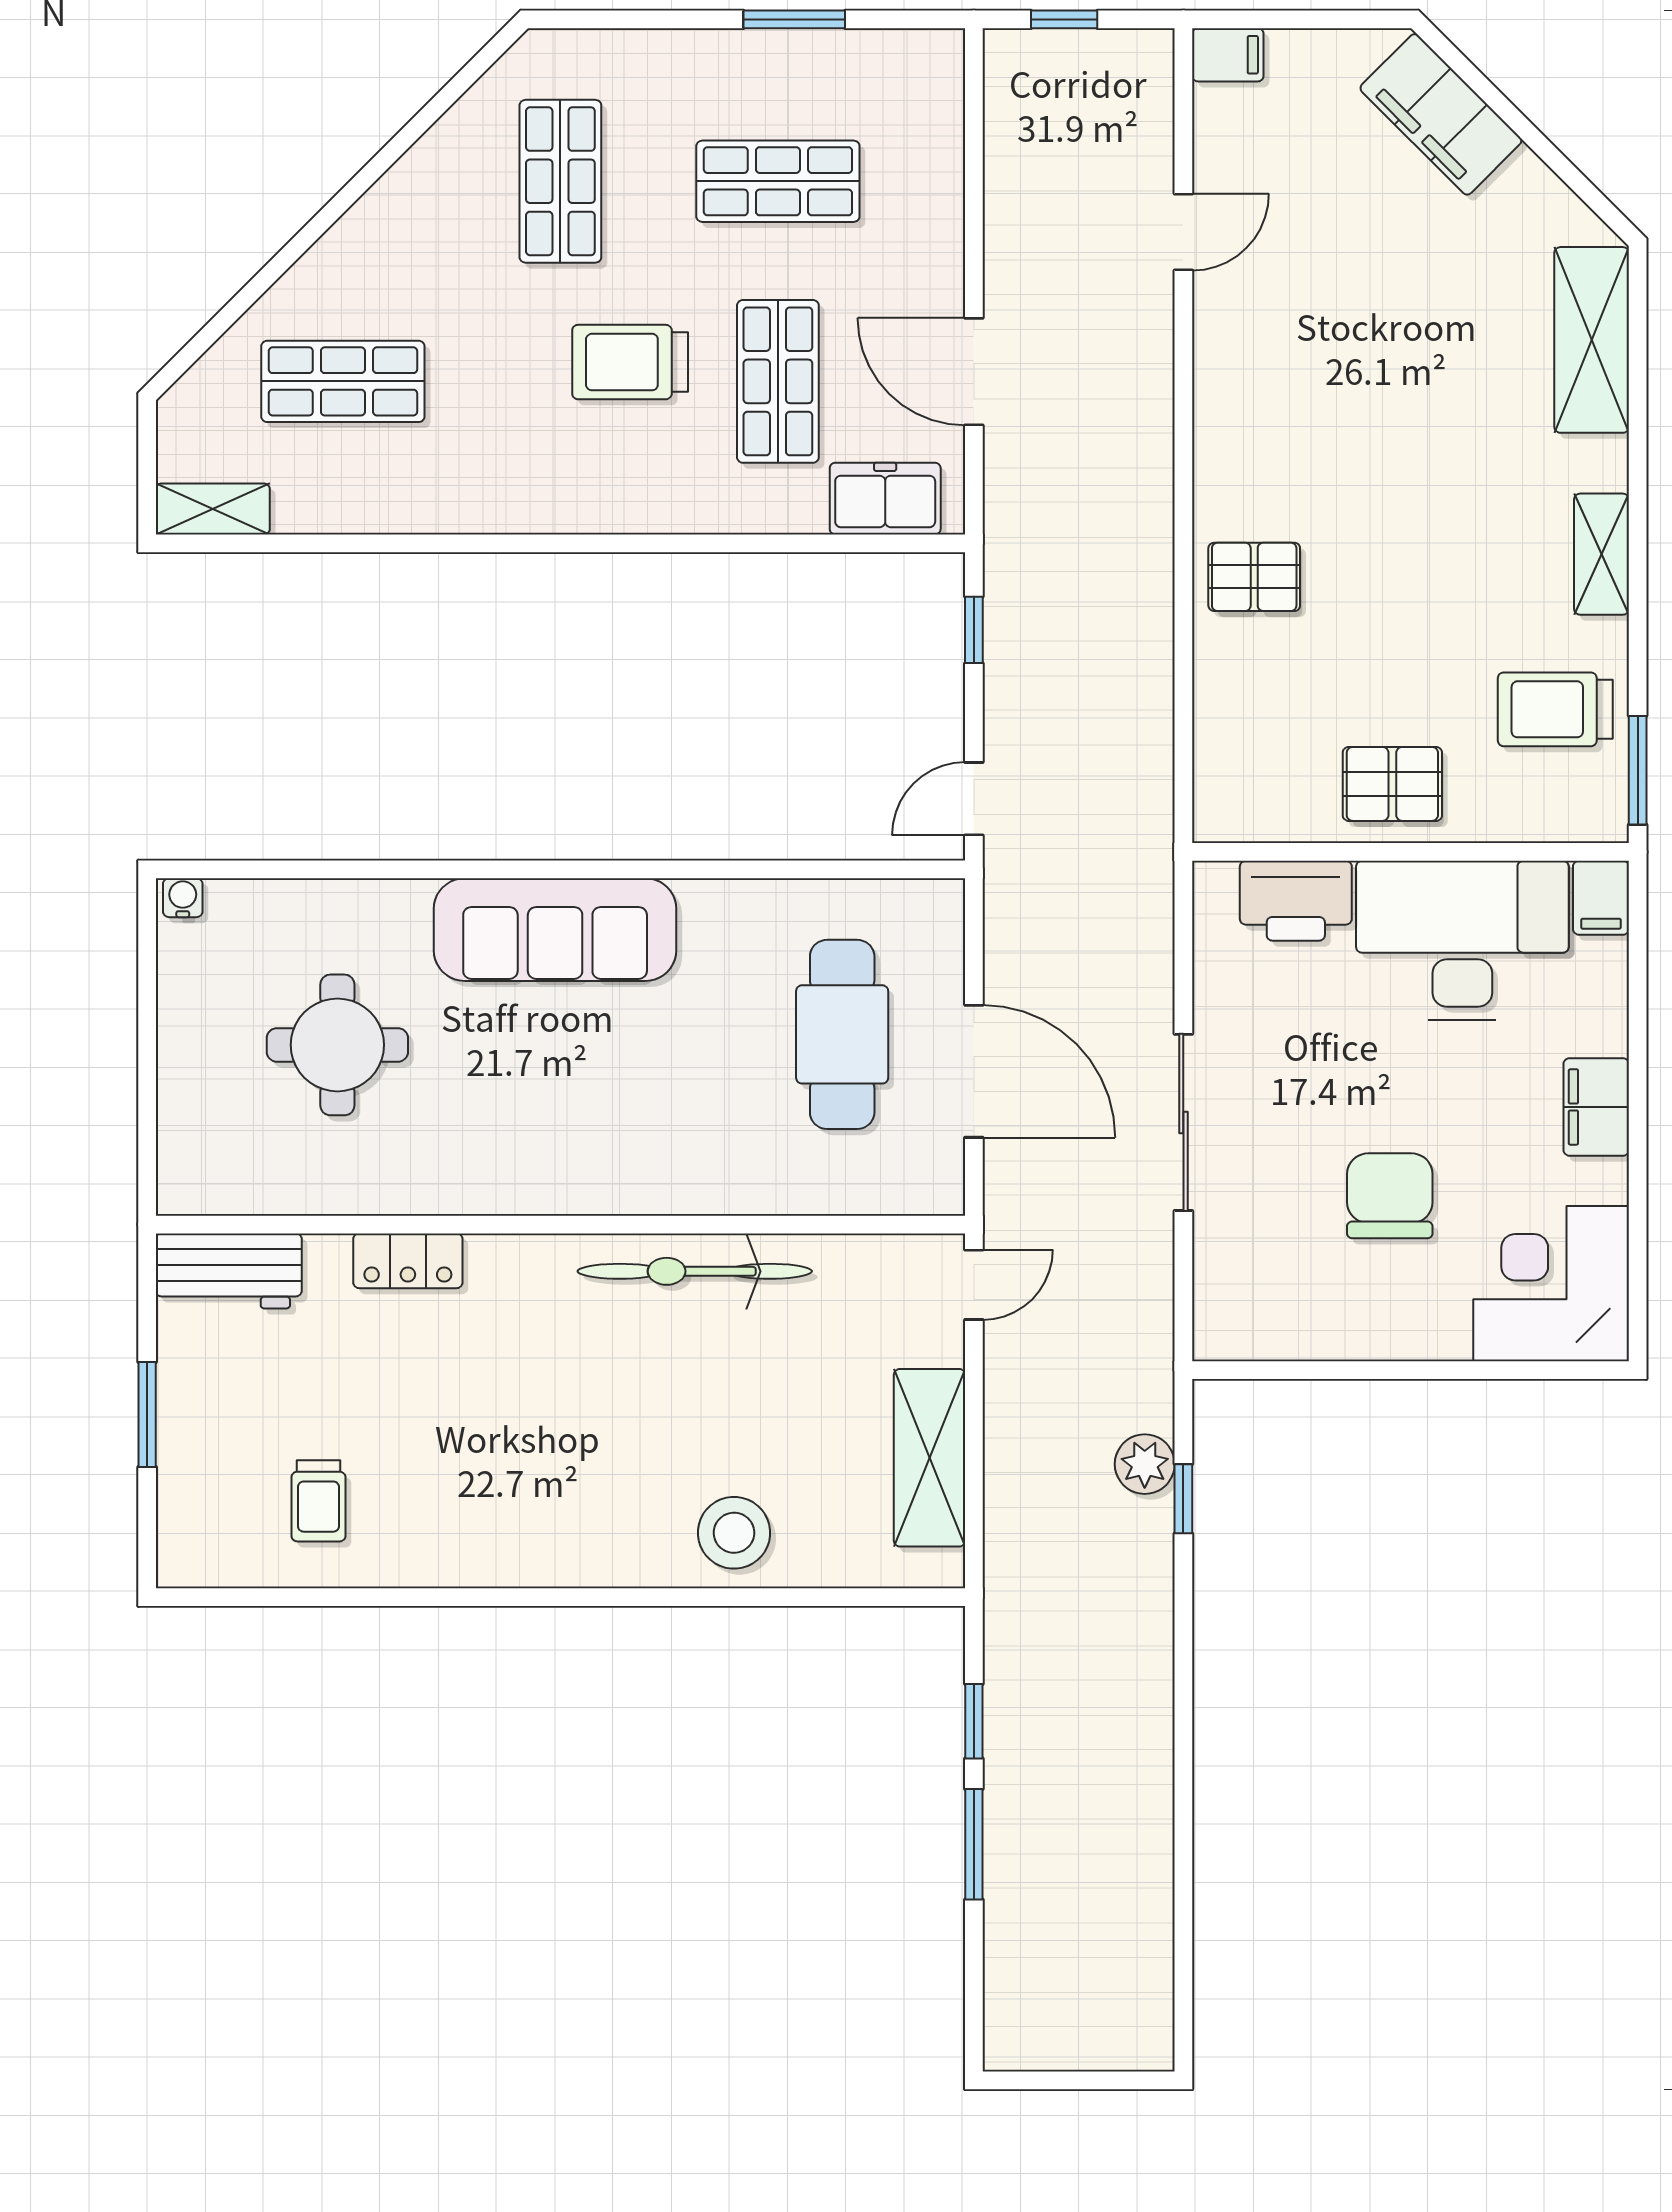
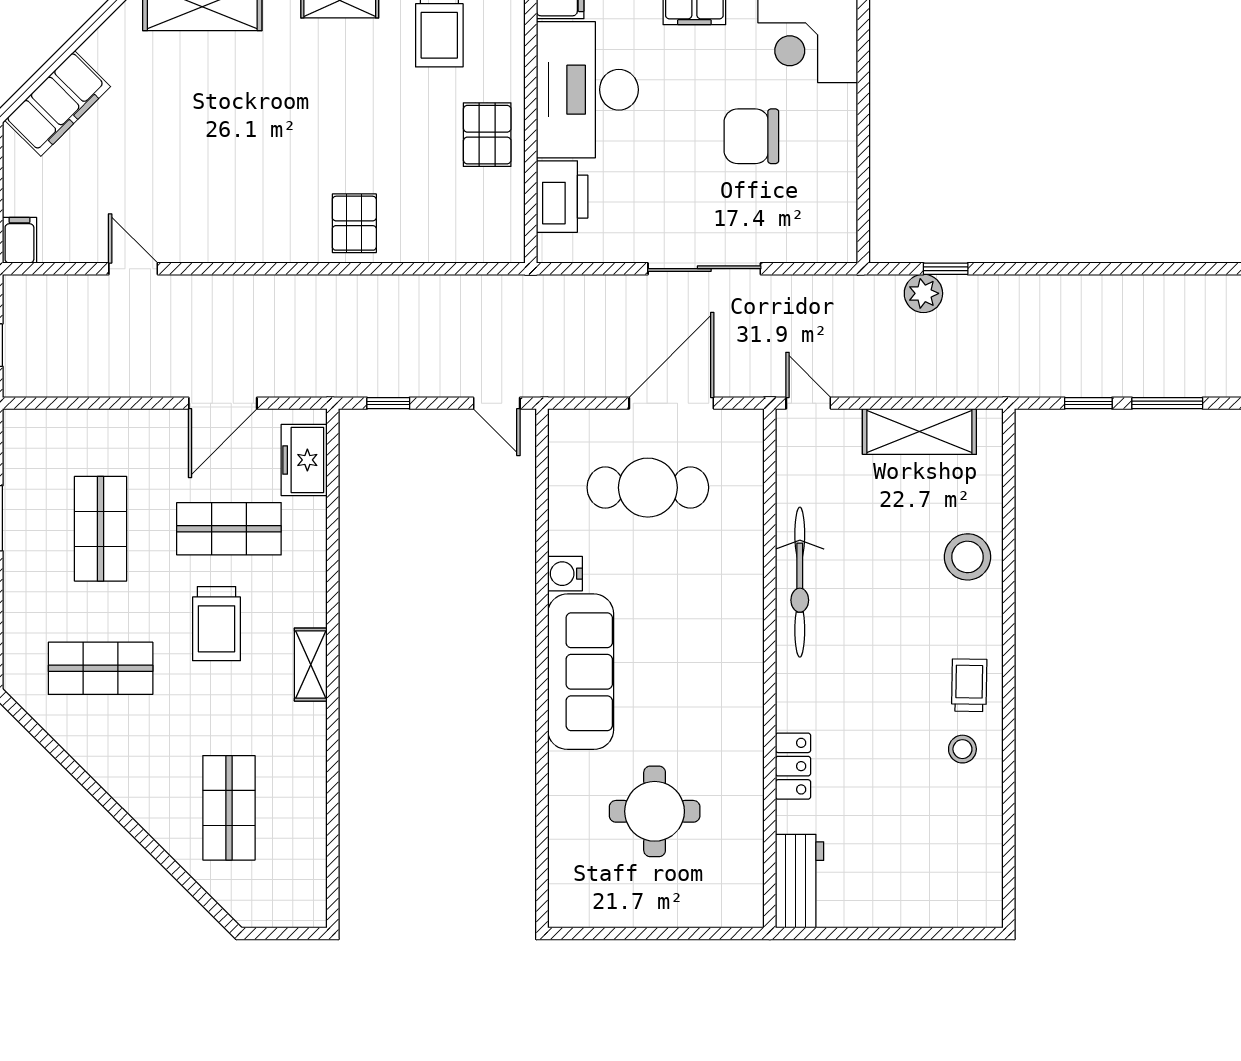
shelving: (213, 509) -> (311, 665), moved
water cooler: (183, 898) -> (565, 574), moved, width x1.38, depth x1.38
window: (147, 1415) -> (892, 933), removed
trolley: (318, 1501) -> (969, 685), moved, turned -89
stool: (434, 1525) -> (962, 749), added

